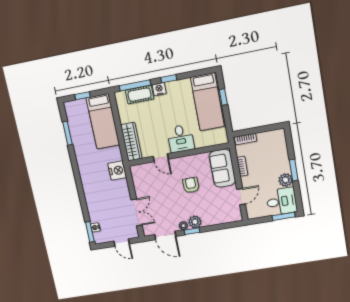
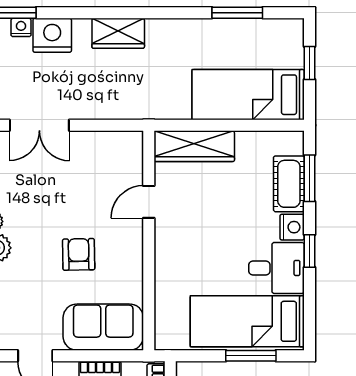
window: (135, 85) -> (309, 178), width x0.69
window: (223, 97) -> (251, 356), width x1.50
desk: (181, 139) -> (277, 268), moved, turned 180
nightstand: (117, 170) -> (52, 35), moved, turned 180
wardrobe: (88, 185) -> (118, 33), added
armchair: (191, 185) -> (79, 254), turned -91

